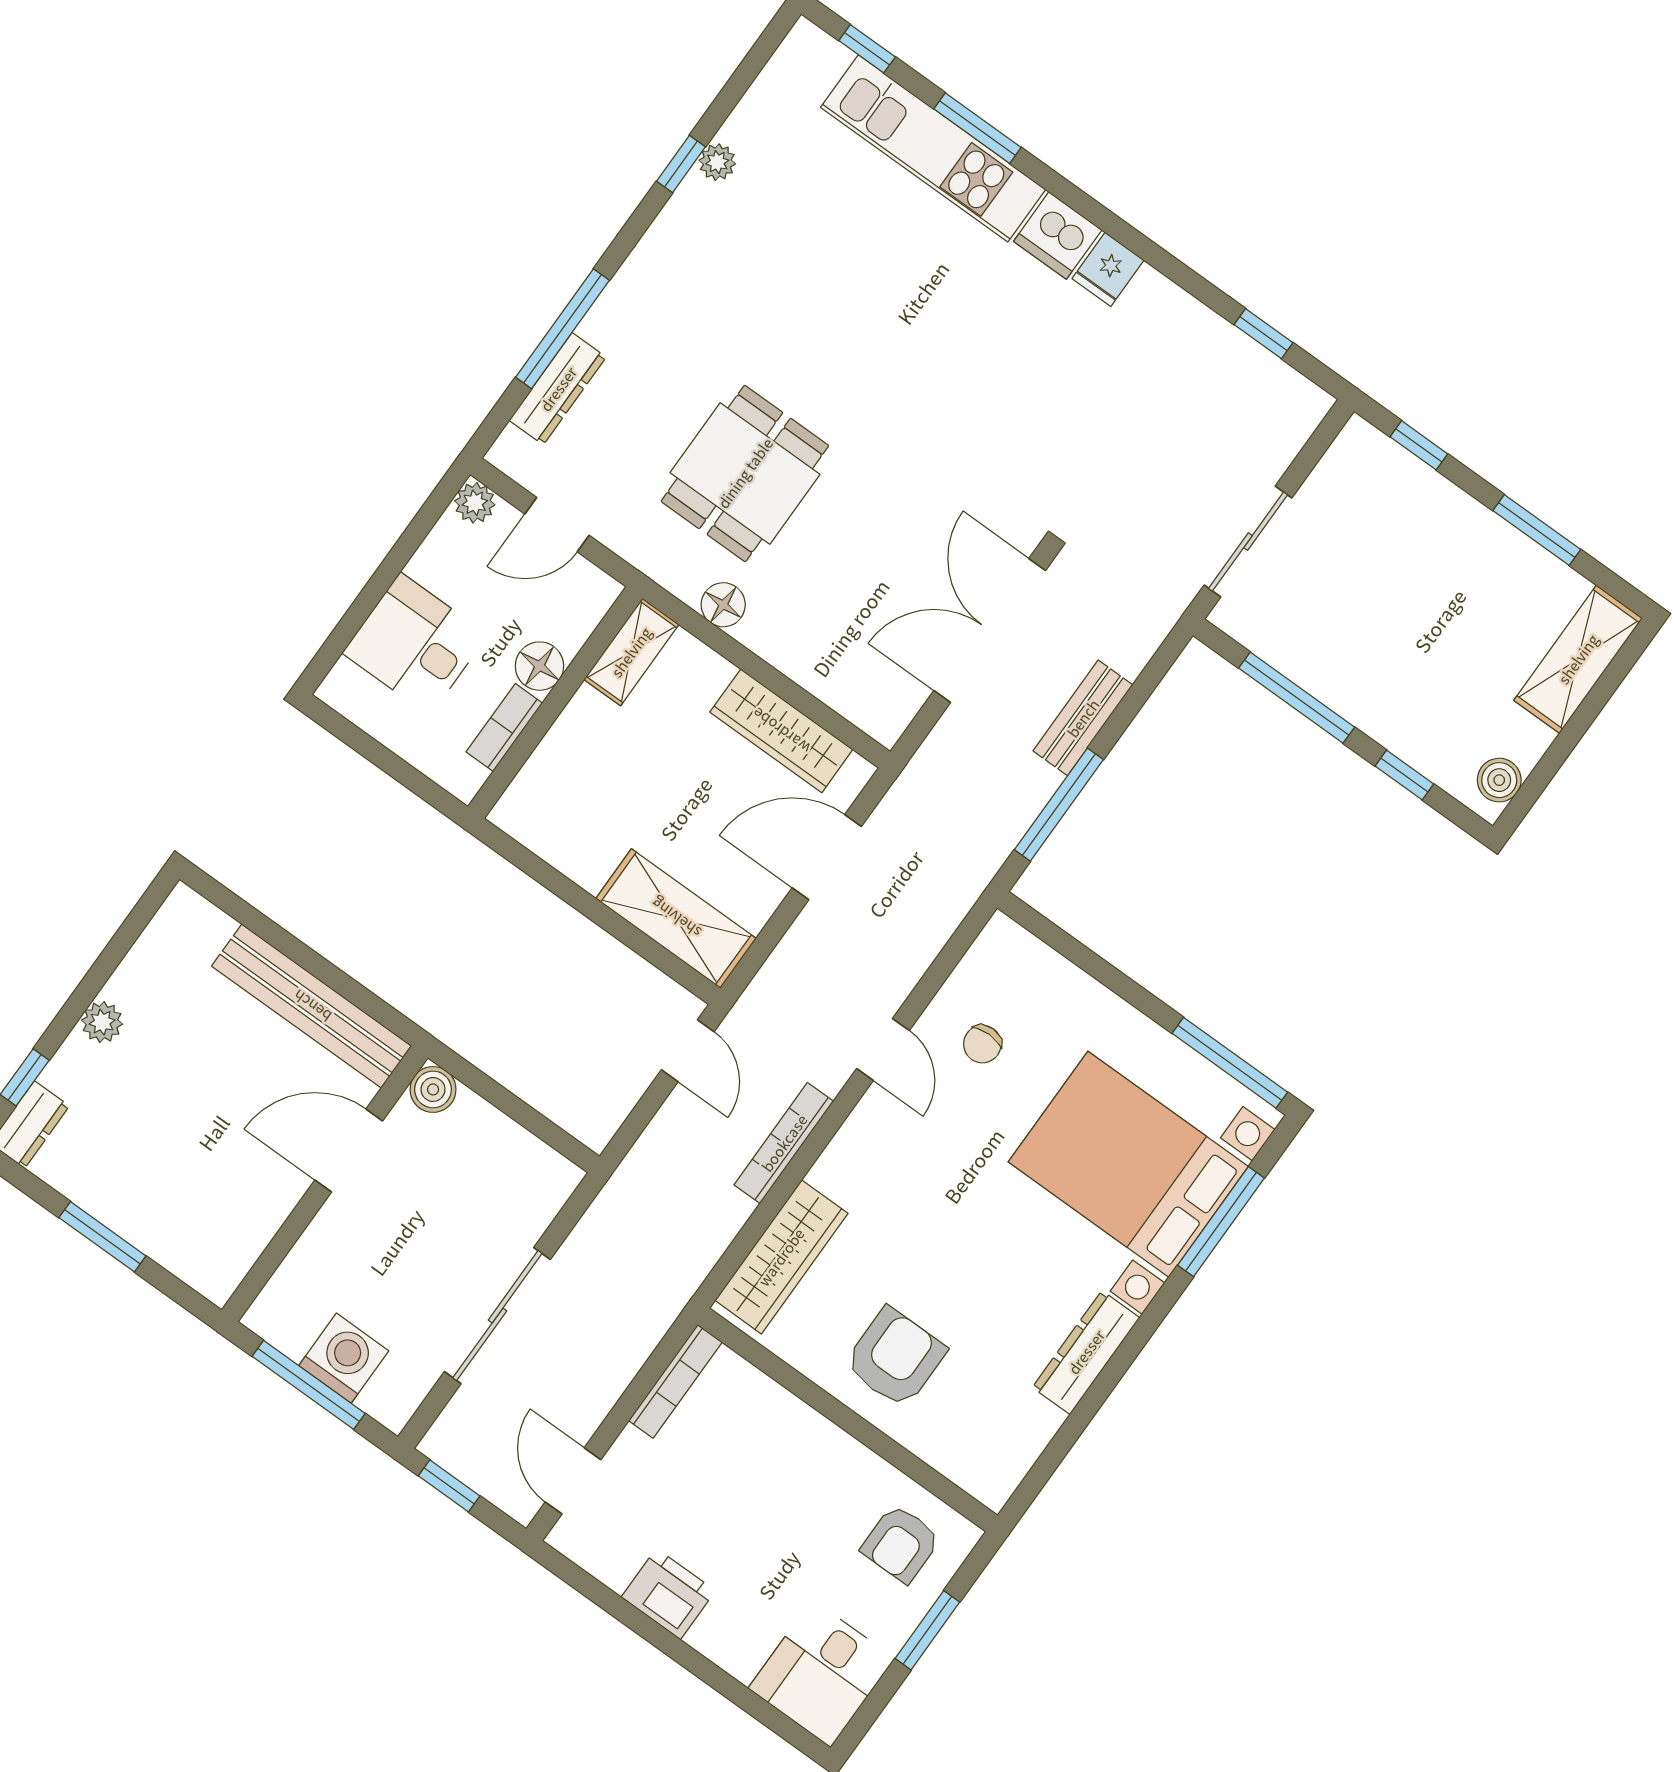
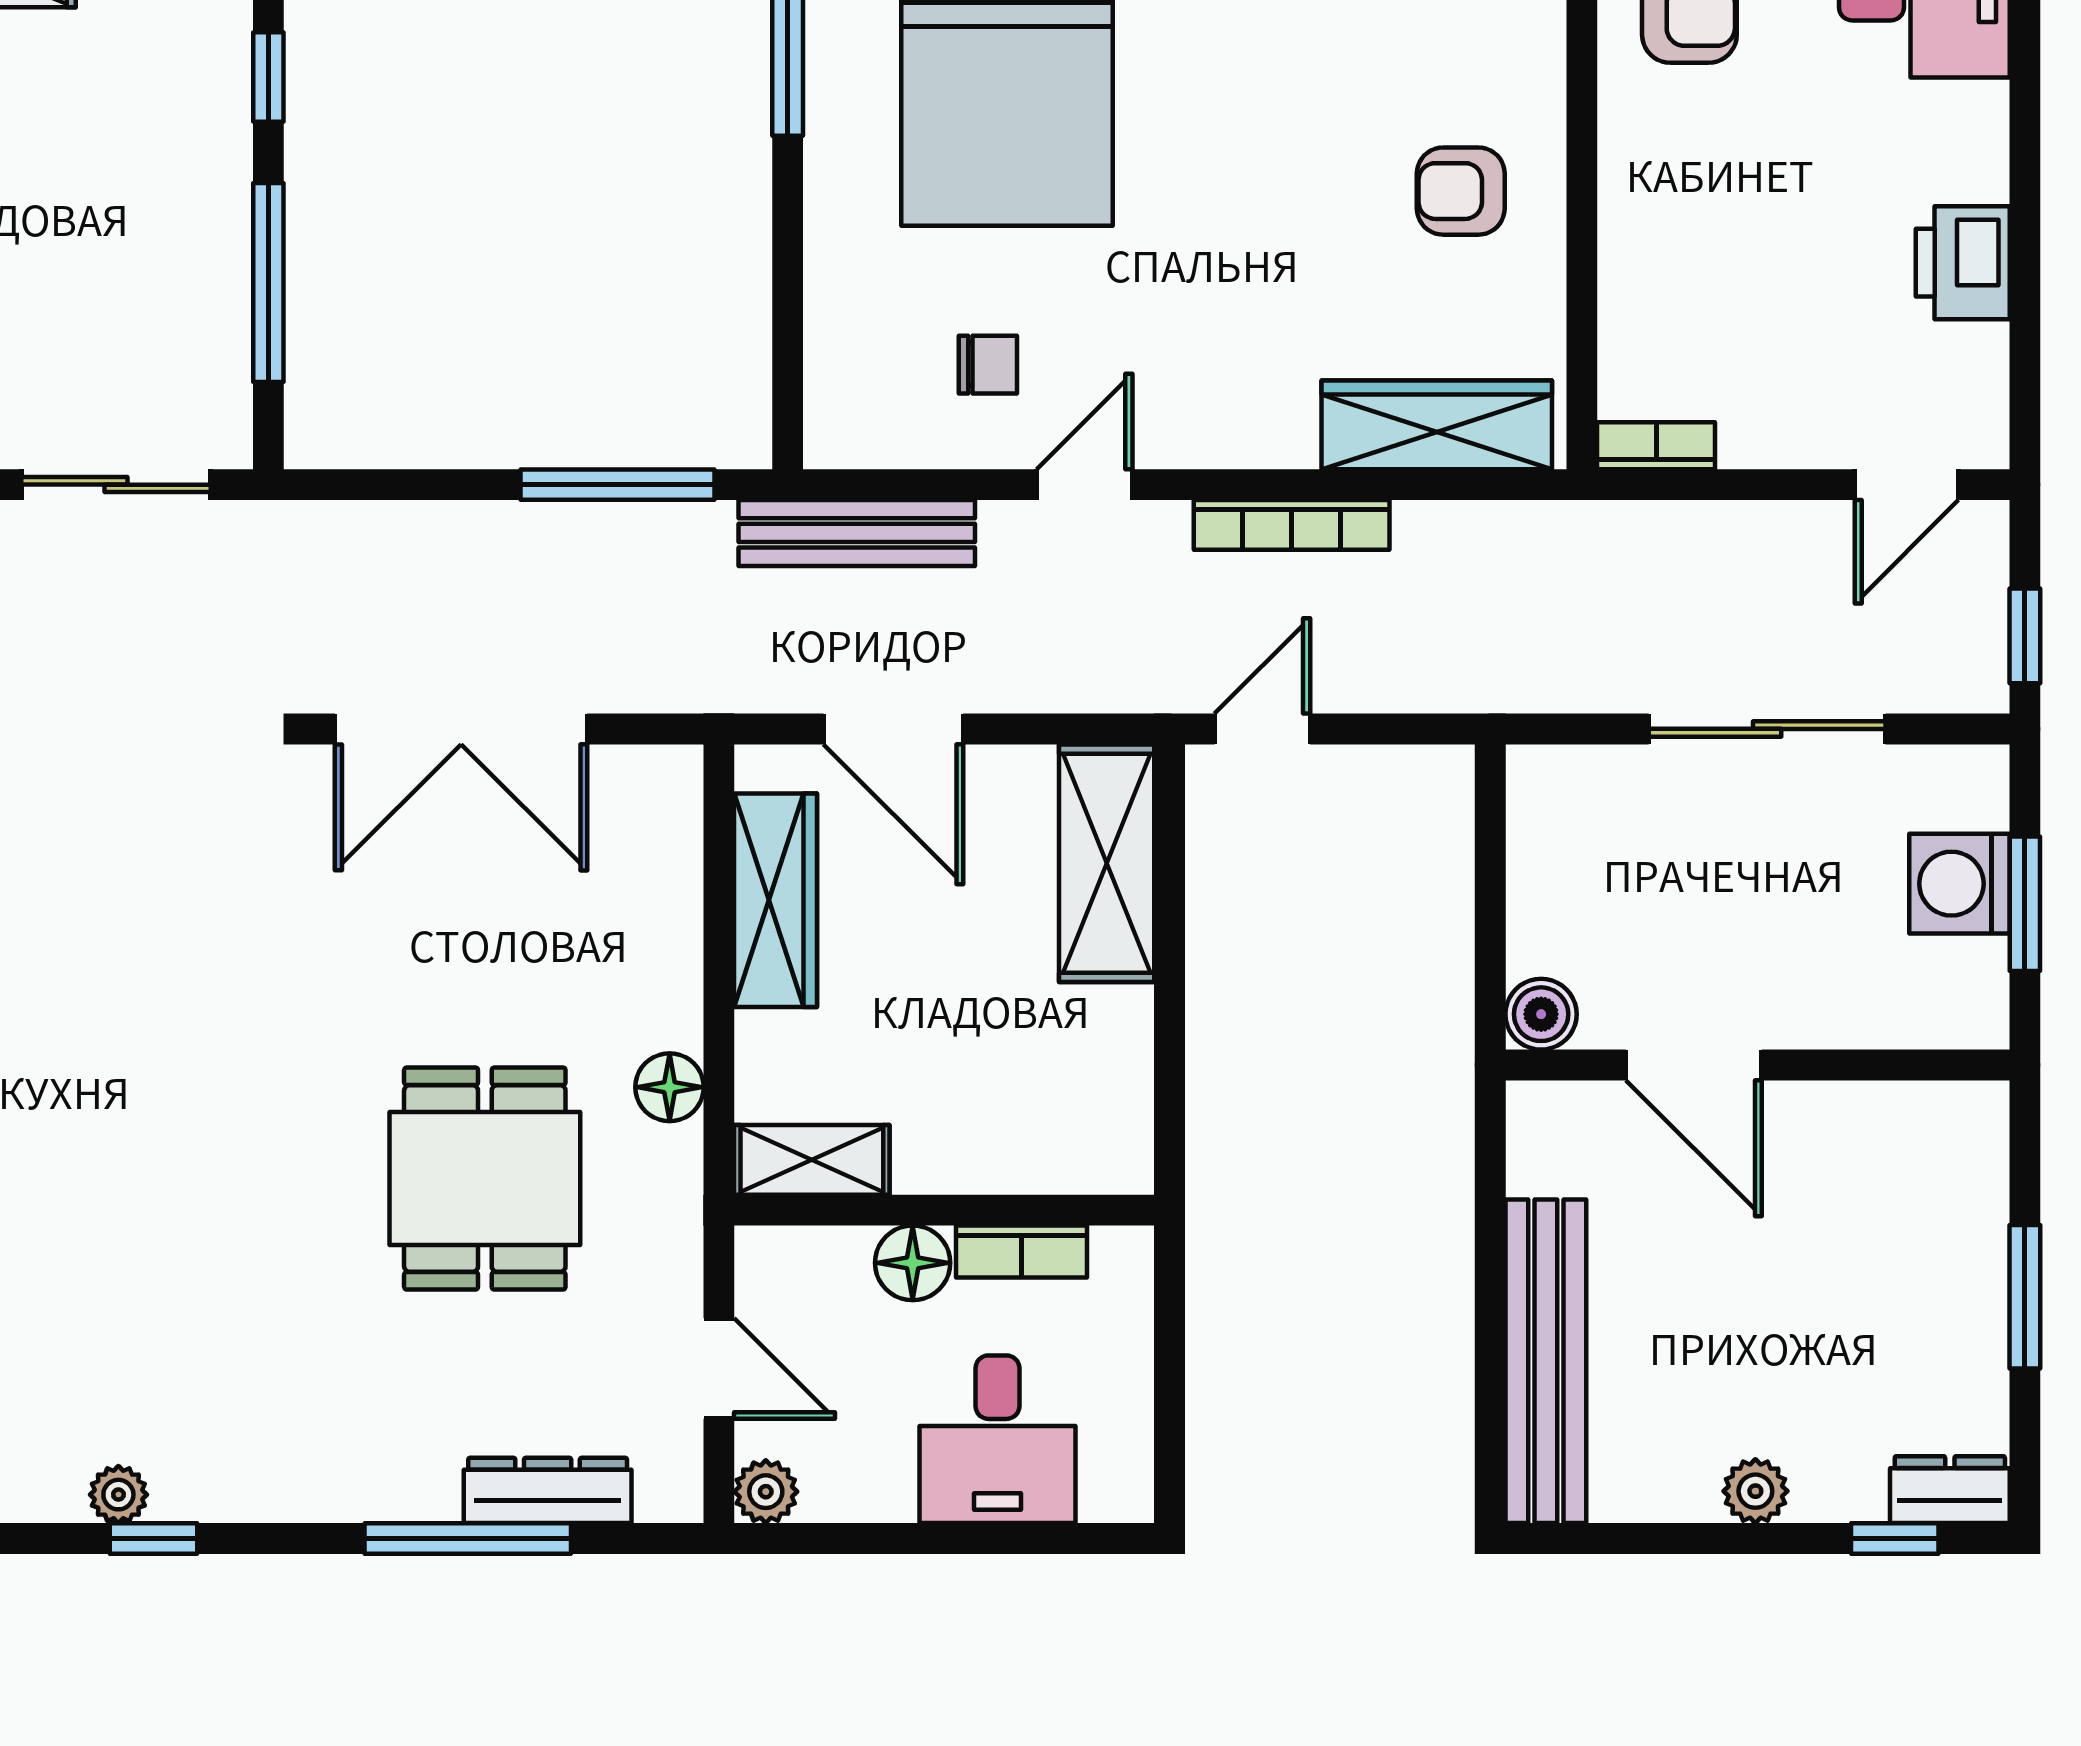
dining table: (745, 473) -> (485, 1179), turned 90
bench: (1083, 718) -> (857, 533), moved, width x1.36
bench: (312, 1006) -> (1546, 1361), moved
armchair: (895, 1358) -> (1461, 191), width x0.72, depth x0.72
bookcase: (675, 1381) -> (1656, 446), width x0.64
window: (309, 1385) -> (2025, 904), width x0.69

